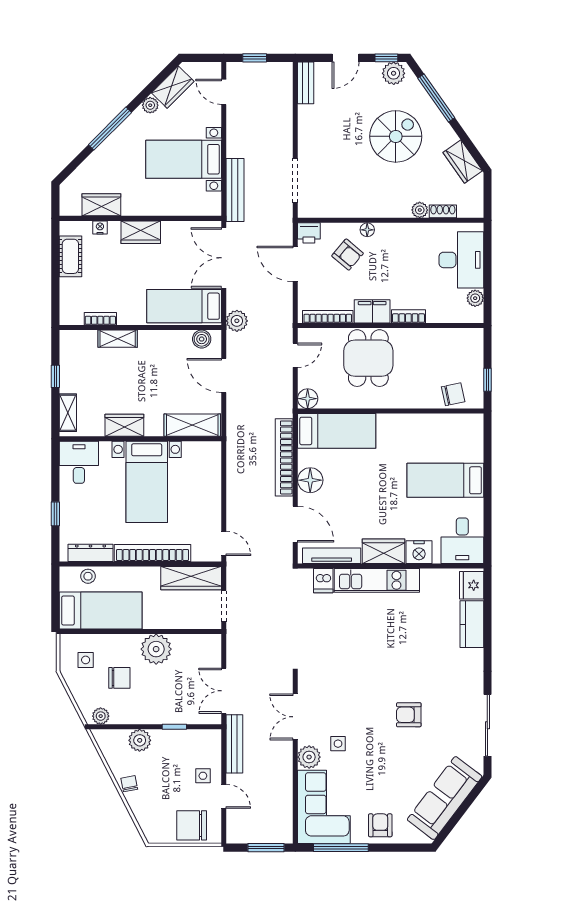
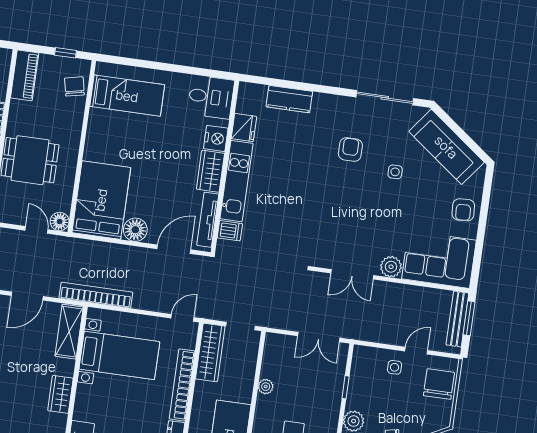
piano: (457, 340) -> (25, 75), added
door: (295, 355) -> (37, 230), moved
bed: (337, 431) -> (101, 200), width x1.50
bookcase: (284, 457) -> (96, 295), moved, turned 180
bed: (445, 480) -> (127, 96), moved, turned -90
bed with nightstands: (147, 482) -> (119, 355), moved
fridge: (472, 585) -> (244, 128), moved, turned -90
plant: (156, 649) -> (266, 387), width x0.53, depth x0.53
armchair: (409, 715) -> (350, 149), moved, turned 180
bench: (234, 744) -> (457, 319), moved, turned 90
side table: (338, 744) -> (395, 172), moved
chair: (192, 825) -> (439, 384), turned 180
armchair: (380, 825) -> (463, 210), turned -93
window: (341, 848) -> (479, 249), removed

